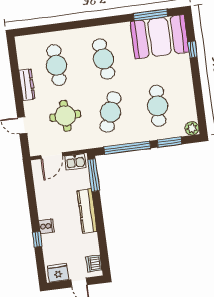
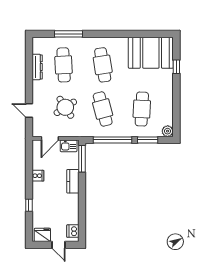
window: (150, 15) -> (68, 34), moved
dresser: (27, 85) -> (37, 67), moved
cafe table: (111, 112) -> (103, 109), turned -36
round table: (65, 116) -> (65, 107), turned -32
kitchen counter: (87, 211) -> (73, 181), width x0.67
cooker: (46, 226) -> (38, 176), moved

